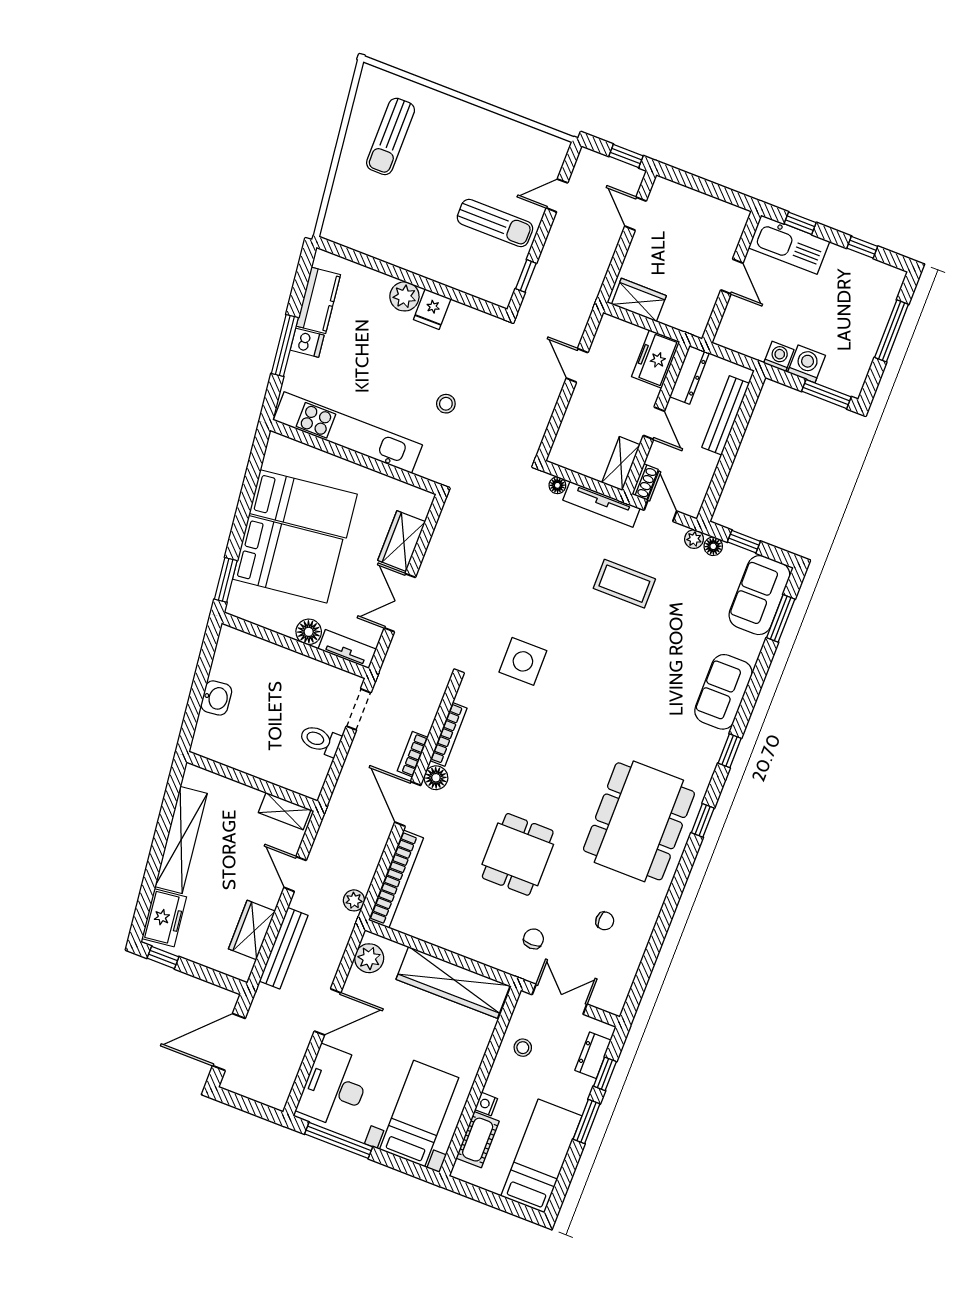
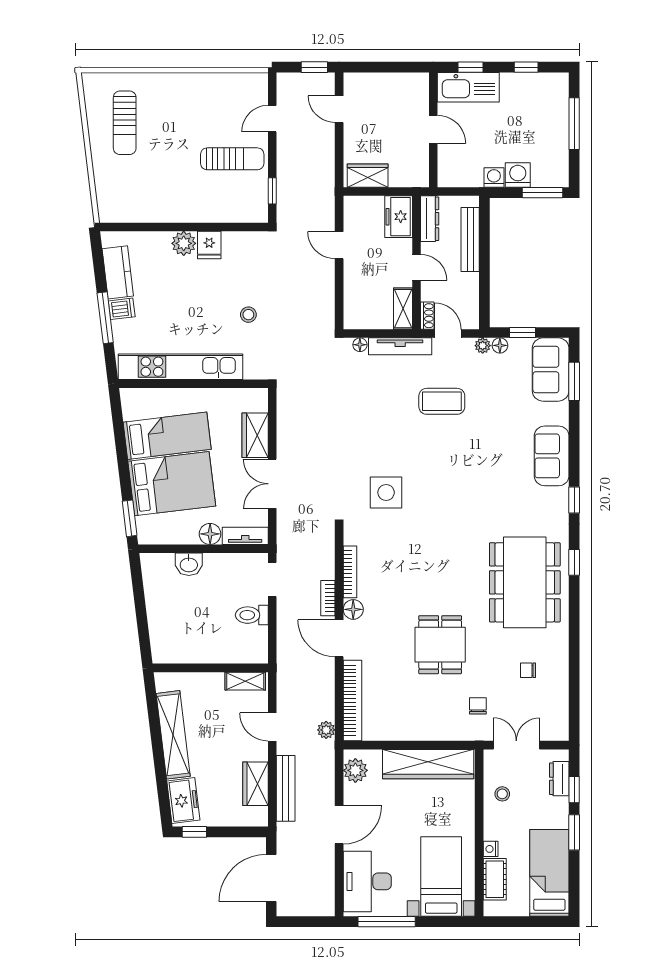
washbasin: (216, 698) -> (189, 564), moved, turned 97
chair: (605, 921) -> (528, 670), turned 180

